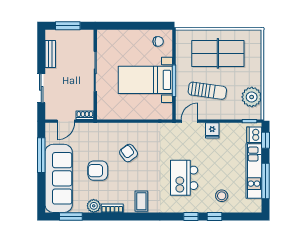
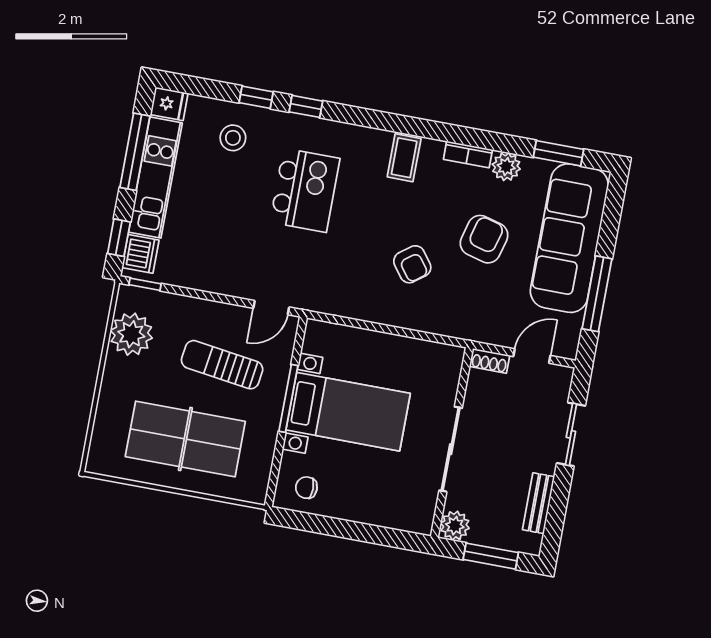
plant: (87, 37) -> (455, 526), added
fridge: (212, 130) -> (169, 104), moved, turned 90
armchair: (98, 171) -> (484, 239), turned -75

